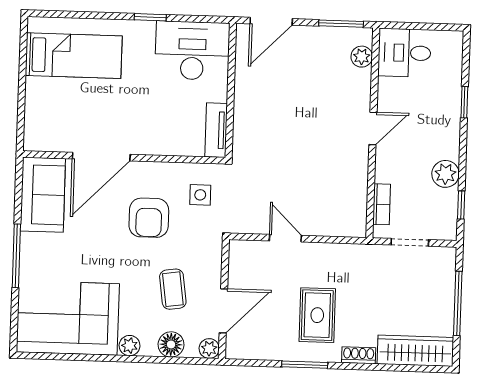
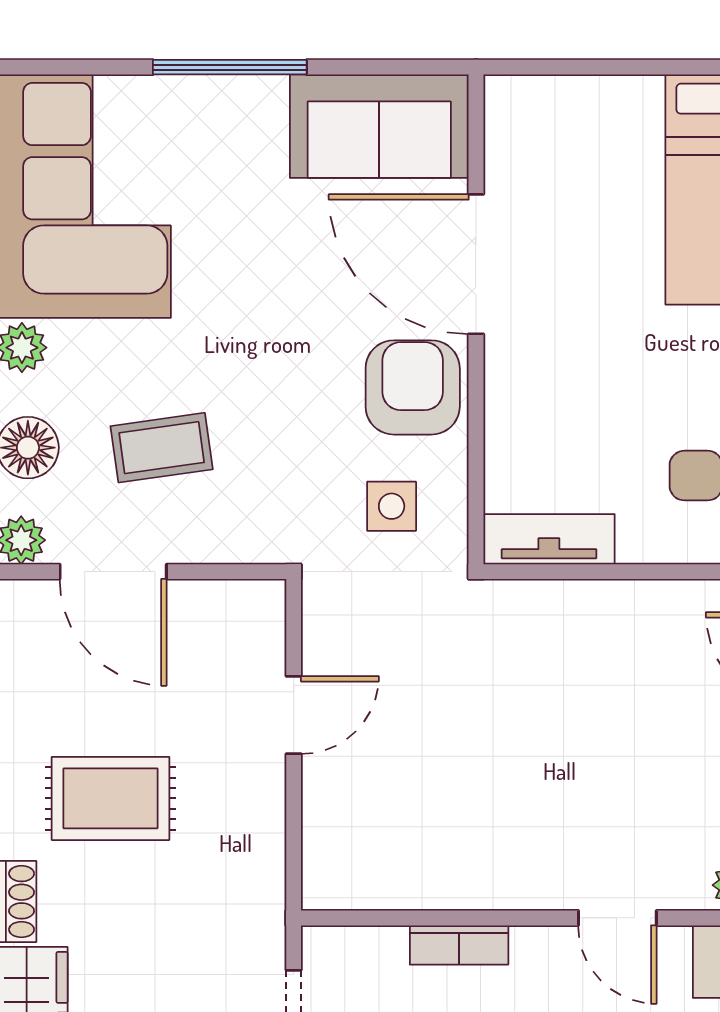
door: (373, 129) -> (617, 918), moved
bookcase: (382, 204) -> (459, 945), moved
armchair: (149, 218) -> (413, 387), moved, turned 90

